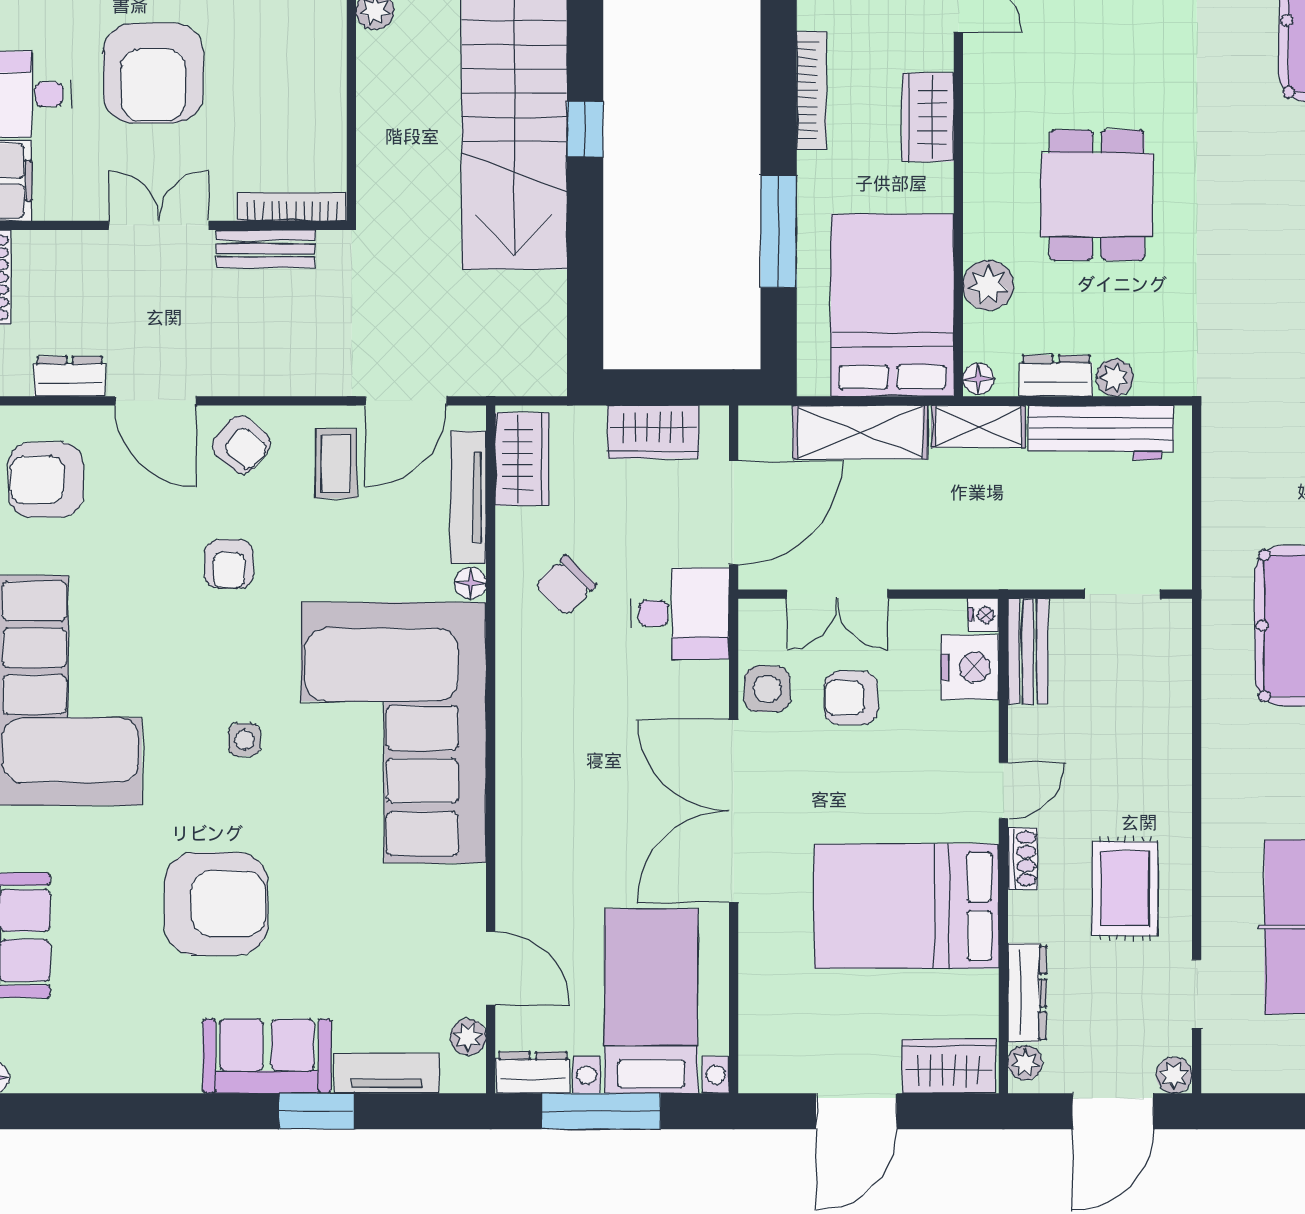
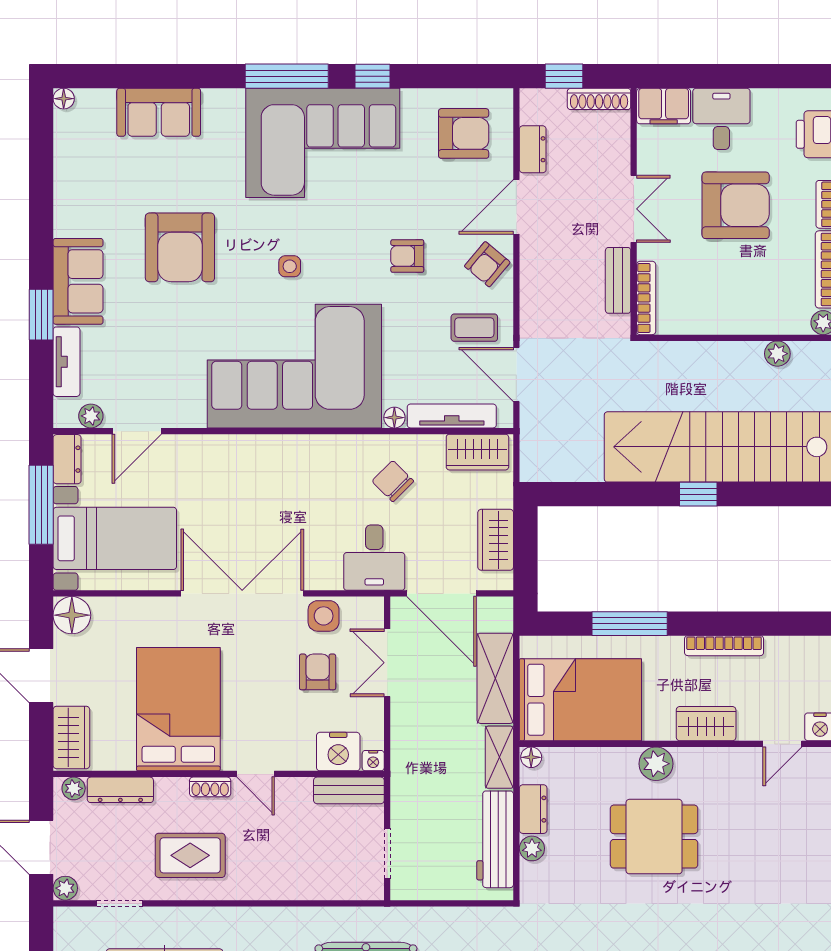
armchair: (153, 73) -> (736, 205), turned 180
plant: (988, 285) -> (656, 764), moved
armchair: (46, 480) -> (464, 133), turned 90
floor lamp: (766, 1065) -> (72, 615), added

